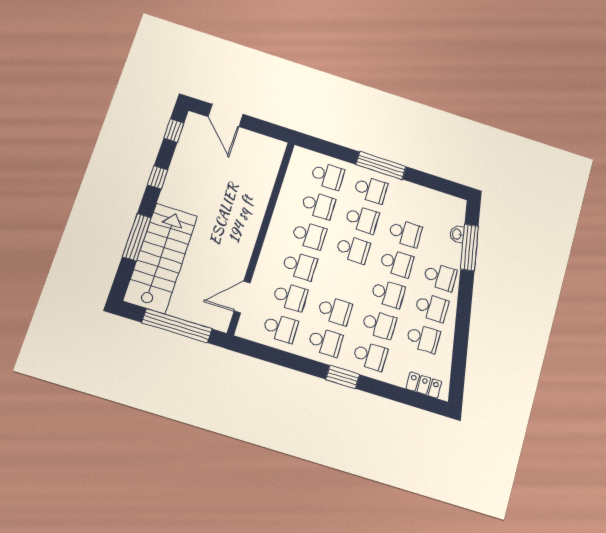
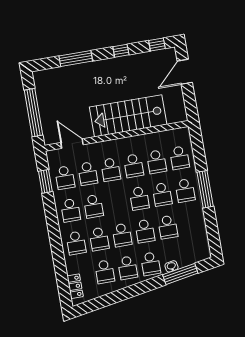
washbasin: (457, 234) -> (171, 266), moved
stairs: (161, 258) -> (128, 116), moved, turned 180
window: (343, 377) -> (45, 181), moved

